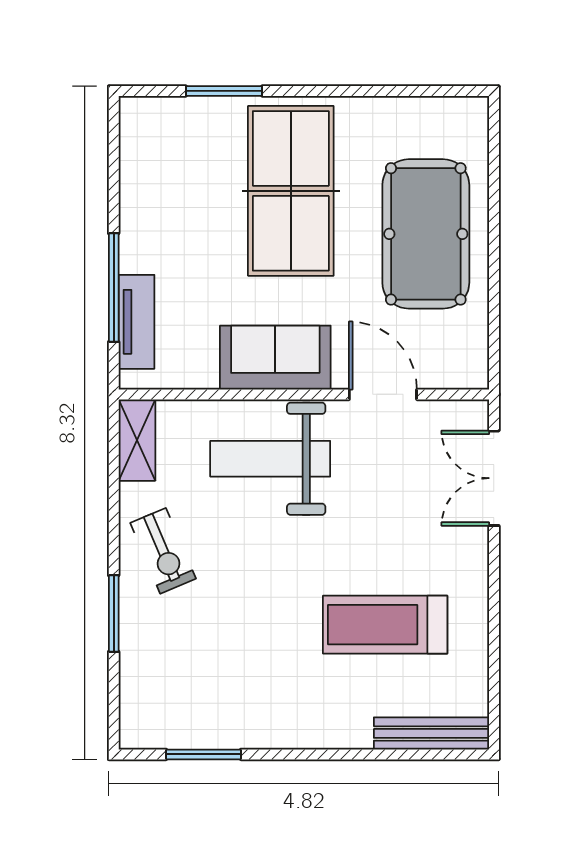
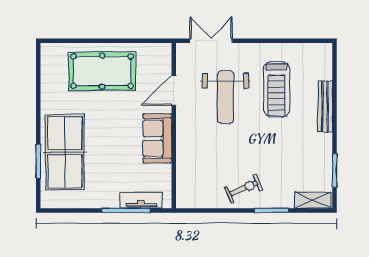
table tennis table: (291, 191) -> (65, 152), moved, turned 90
shelving: (137, 440) -> (313, 200), moved
weight bench: (270, 459) -> (226, 97), moved
double door: (494, 478) -> (211, 41), swing flipped
bench: (431, 733) -> (325, 106), moved

